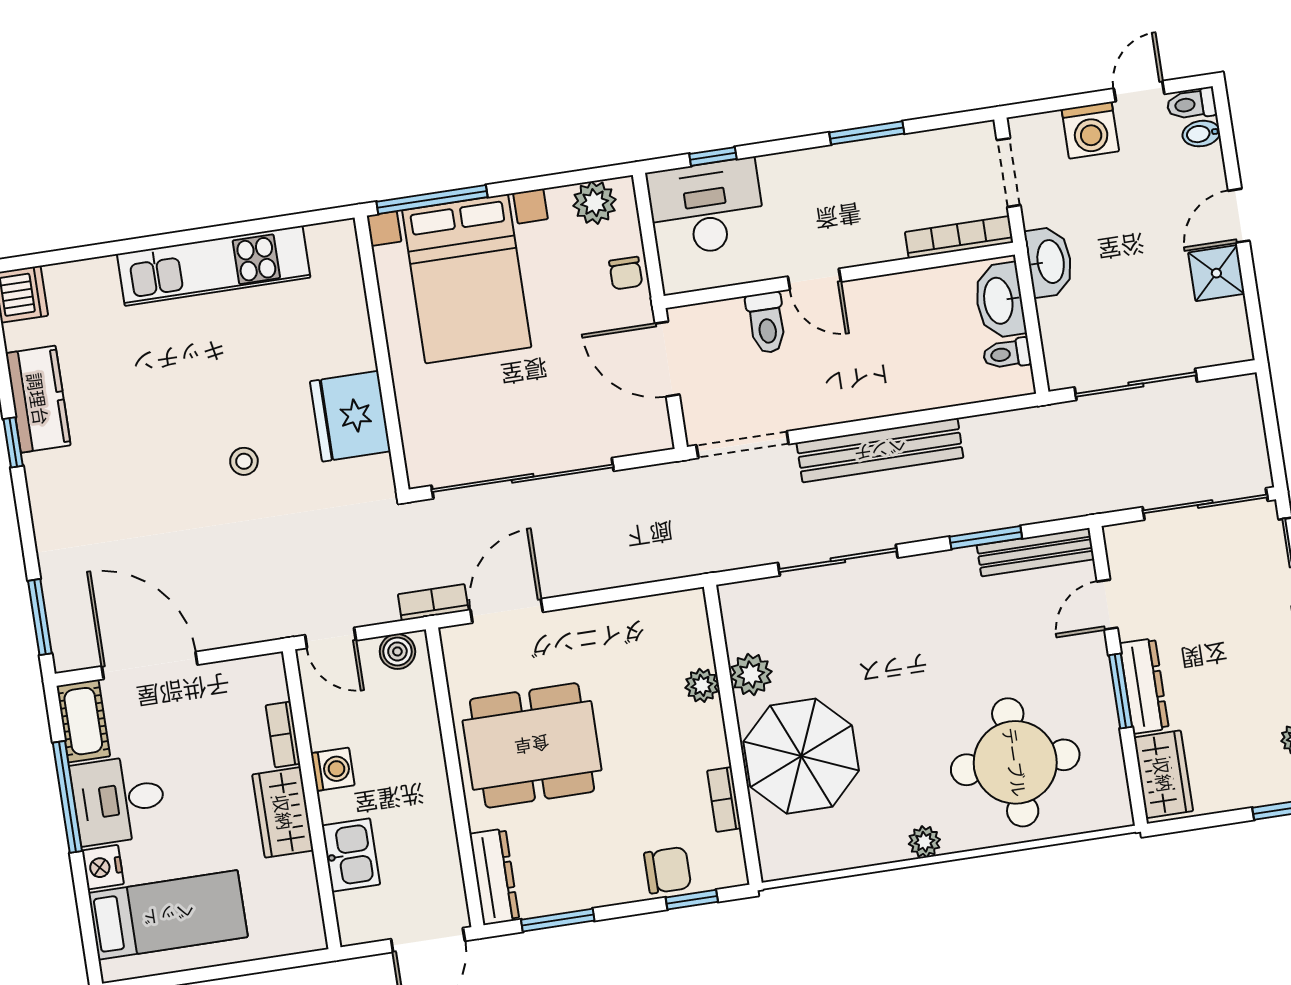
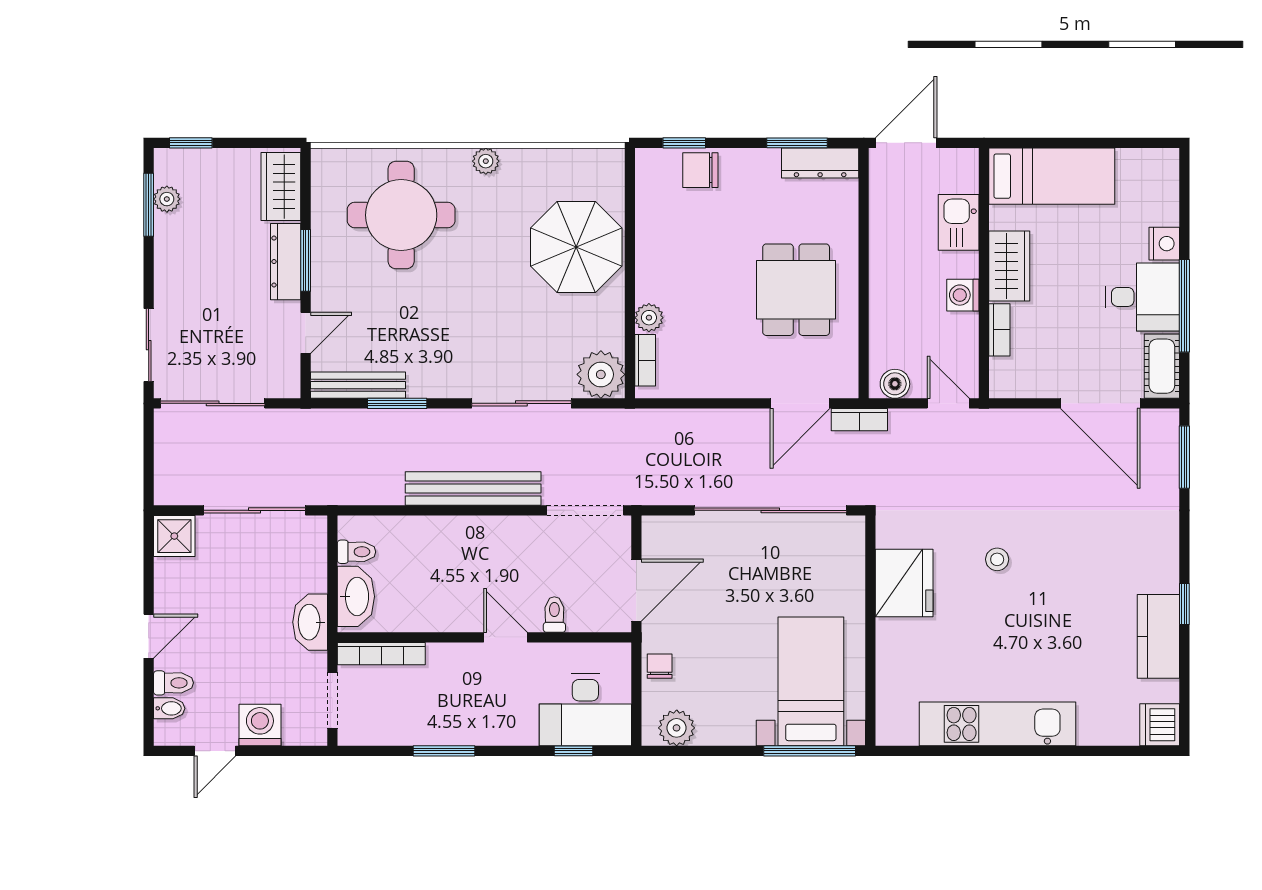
toilet: (1192, 104) -> (173, 683), moved
shower: (1216, 273) -> (174, 536), moved
bed with nightstands: (467, 279) -> (811, 681), width x0.73
toilet: (766, 323) -> (554, 614), width x0.73, depth x0.72
door: (667, 359) -> (636, 590), hinge flipped
plant: (751, 674) -> (601, 374), moved, width x1.36, depth x1.36
dining table: (532, 745) -> (796, 290), width x0.73
bookcase: (724, 799) -> (645, 360), moved
dresser: (494, 877) -> (820, 163), moved, turned -90
bed: (168, 915) -> (1052, 176), moved, turned 180

